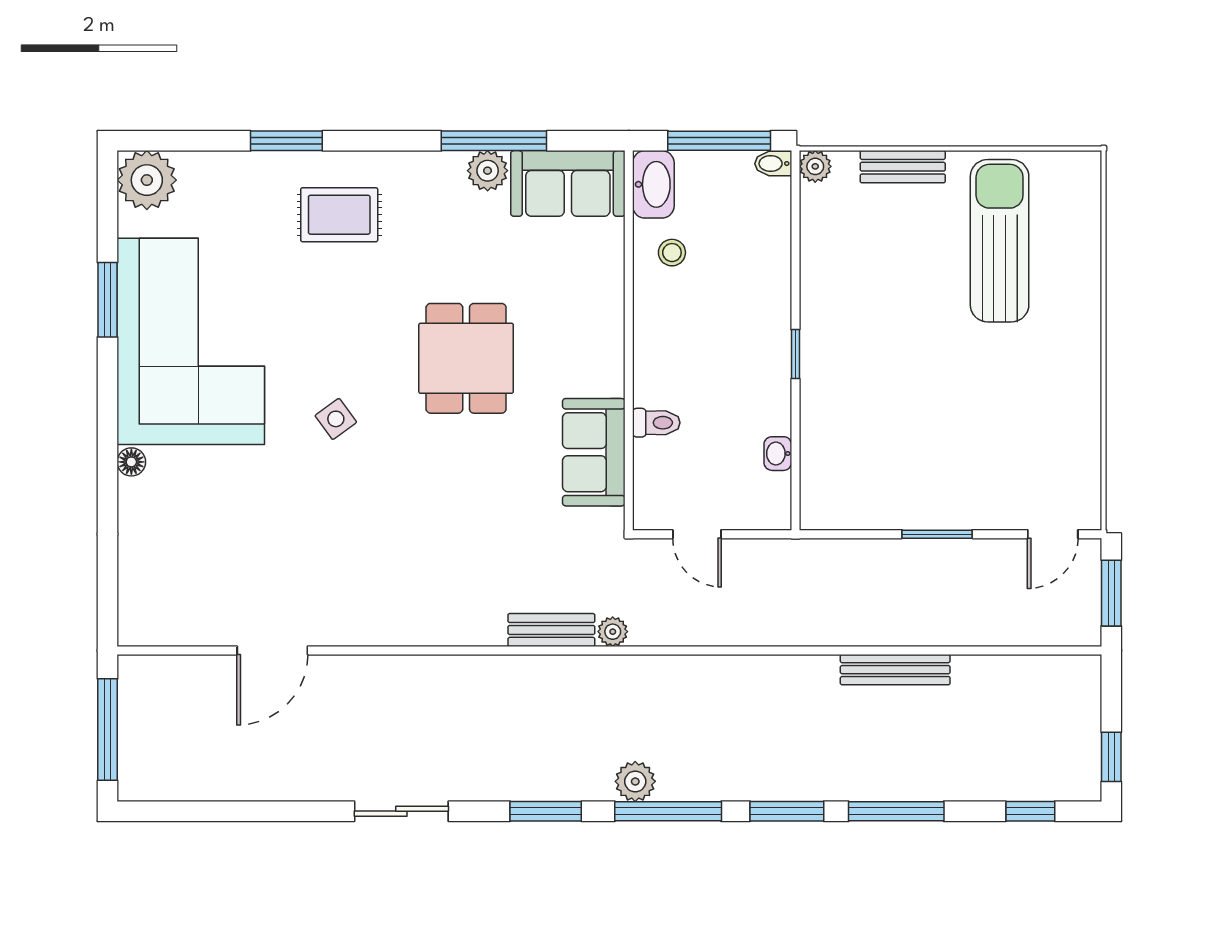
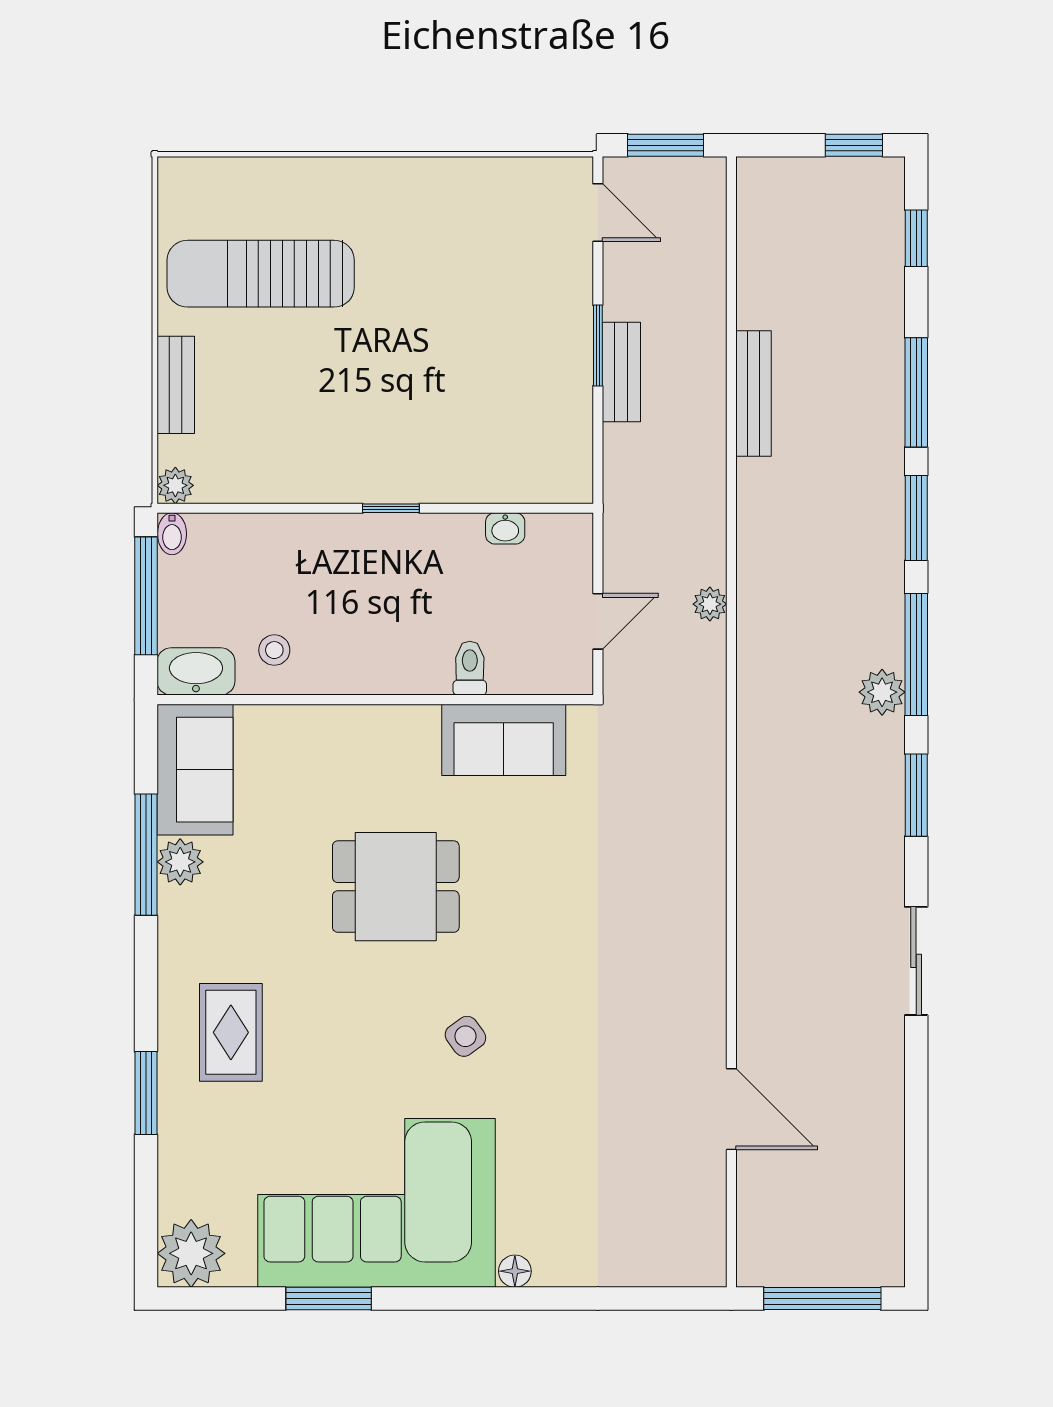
bench: (551, 630) -> (621, 372), moved
plant: (613, 632) -> (710, 604), moved

